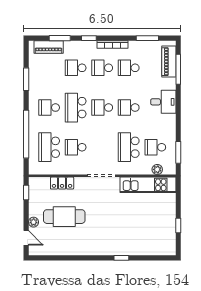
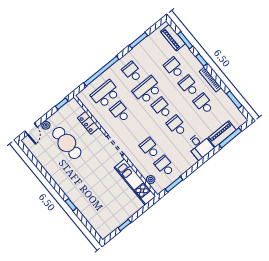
piano: (169, 62) -> (222, 134), moved
school desk: (129, 147) -> (150, 148), width x0.54

